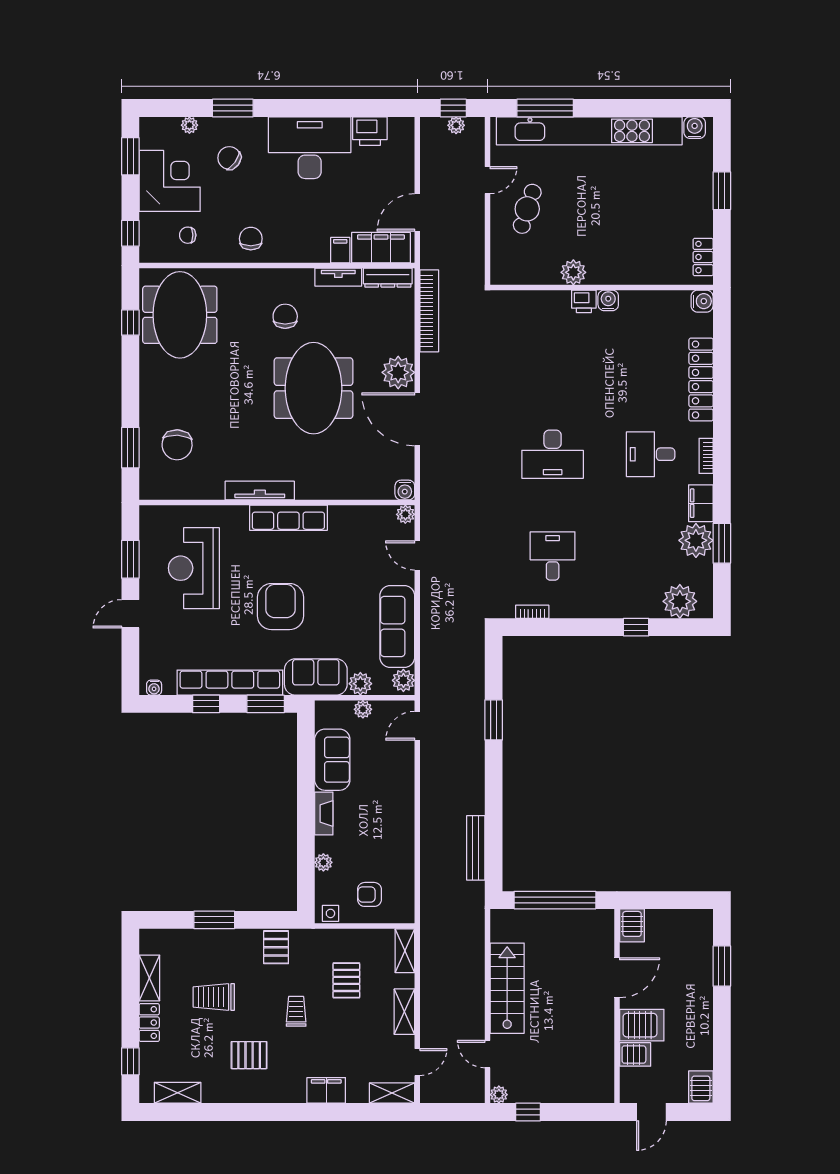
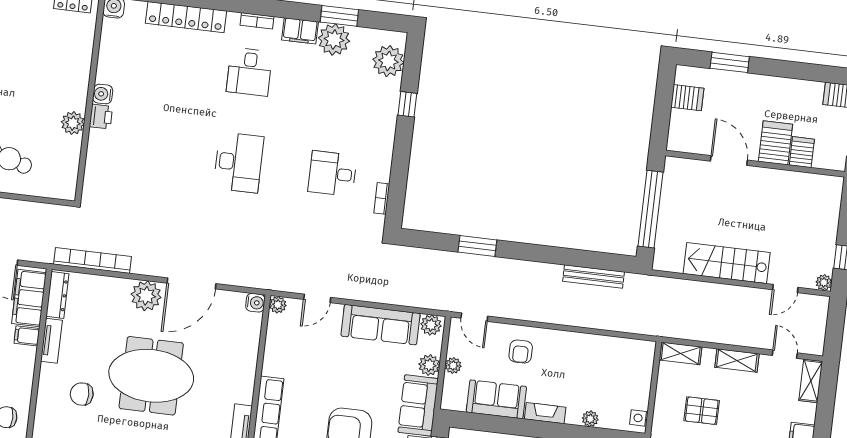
armchair: (369, 894) -> (521, 352), moved
server rack: (632, 925) -> (687, 98), moved

